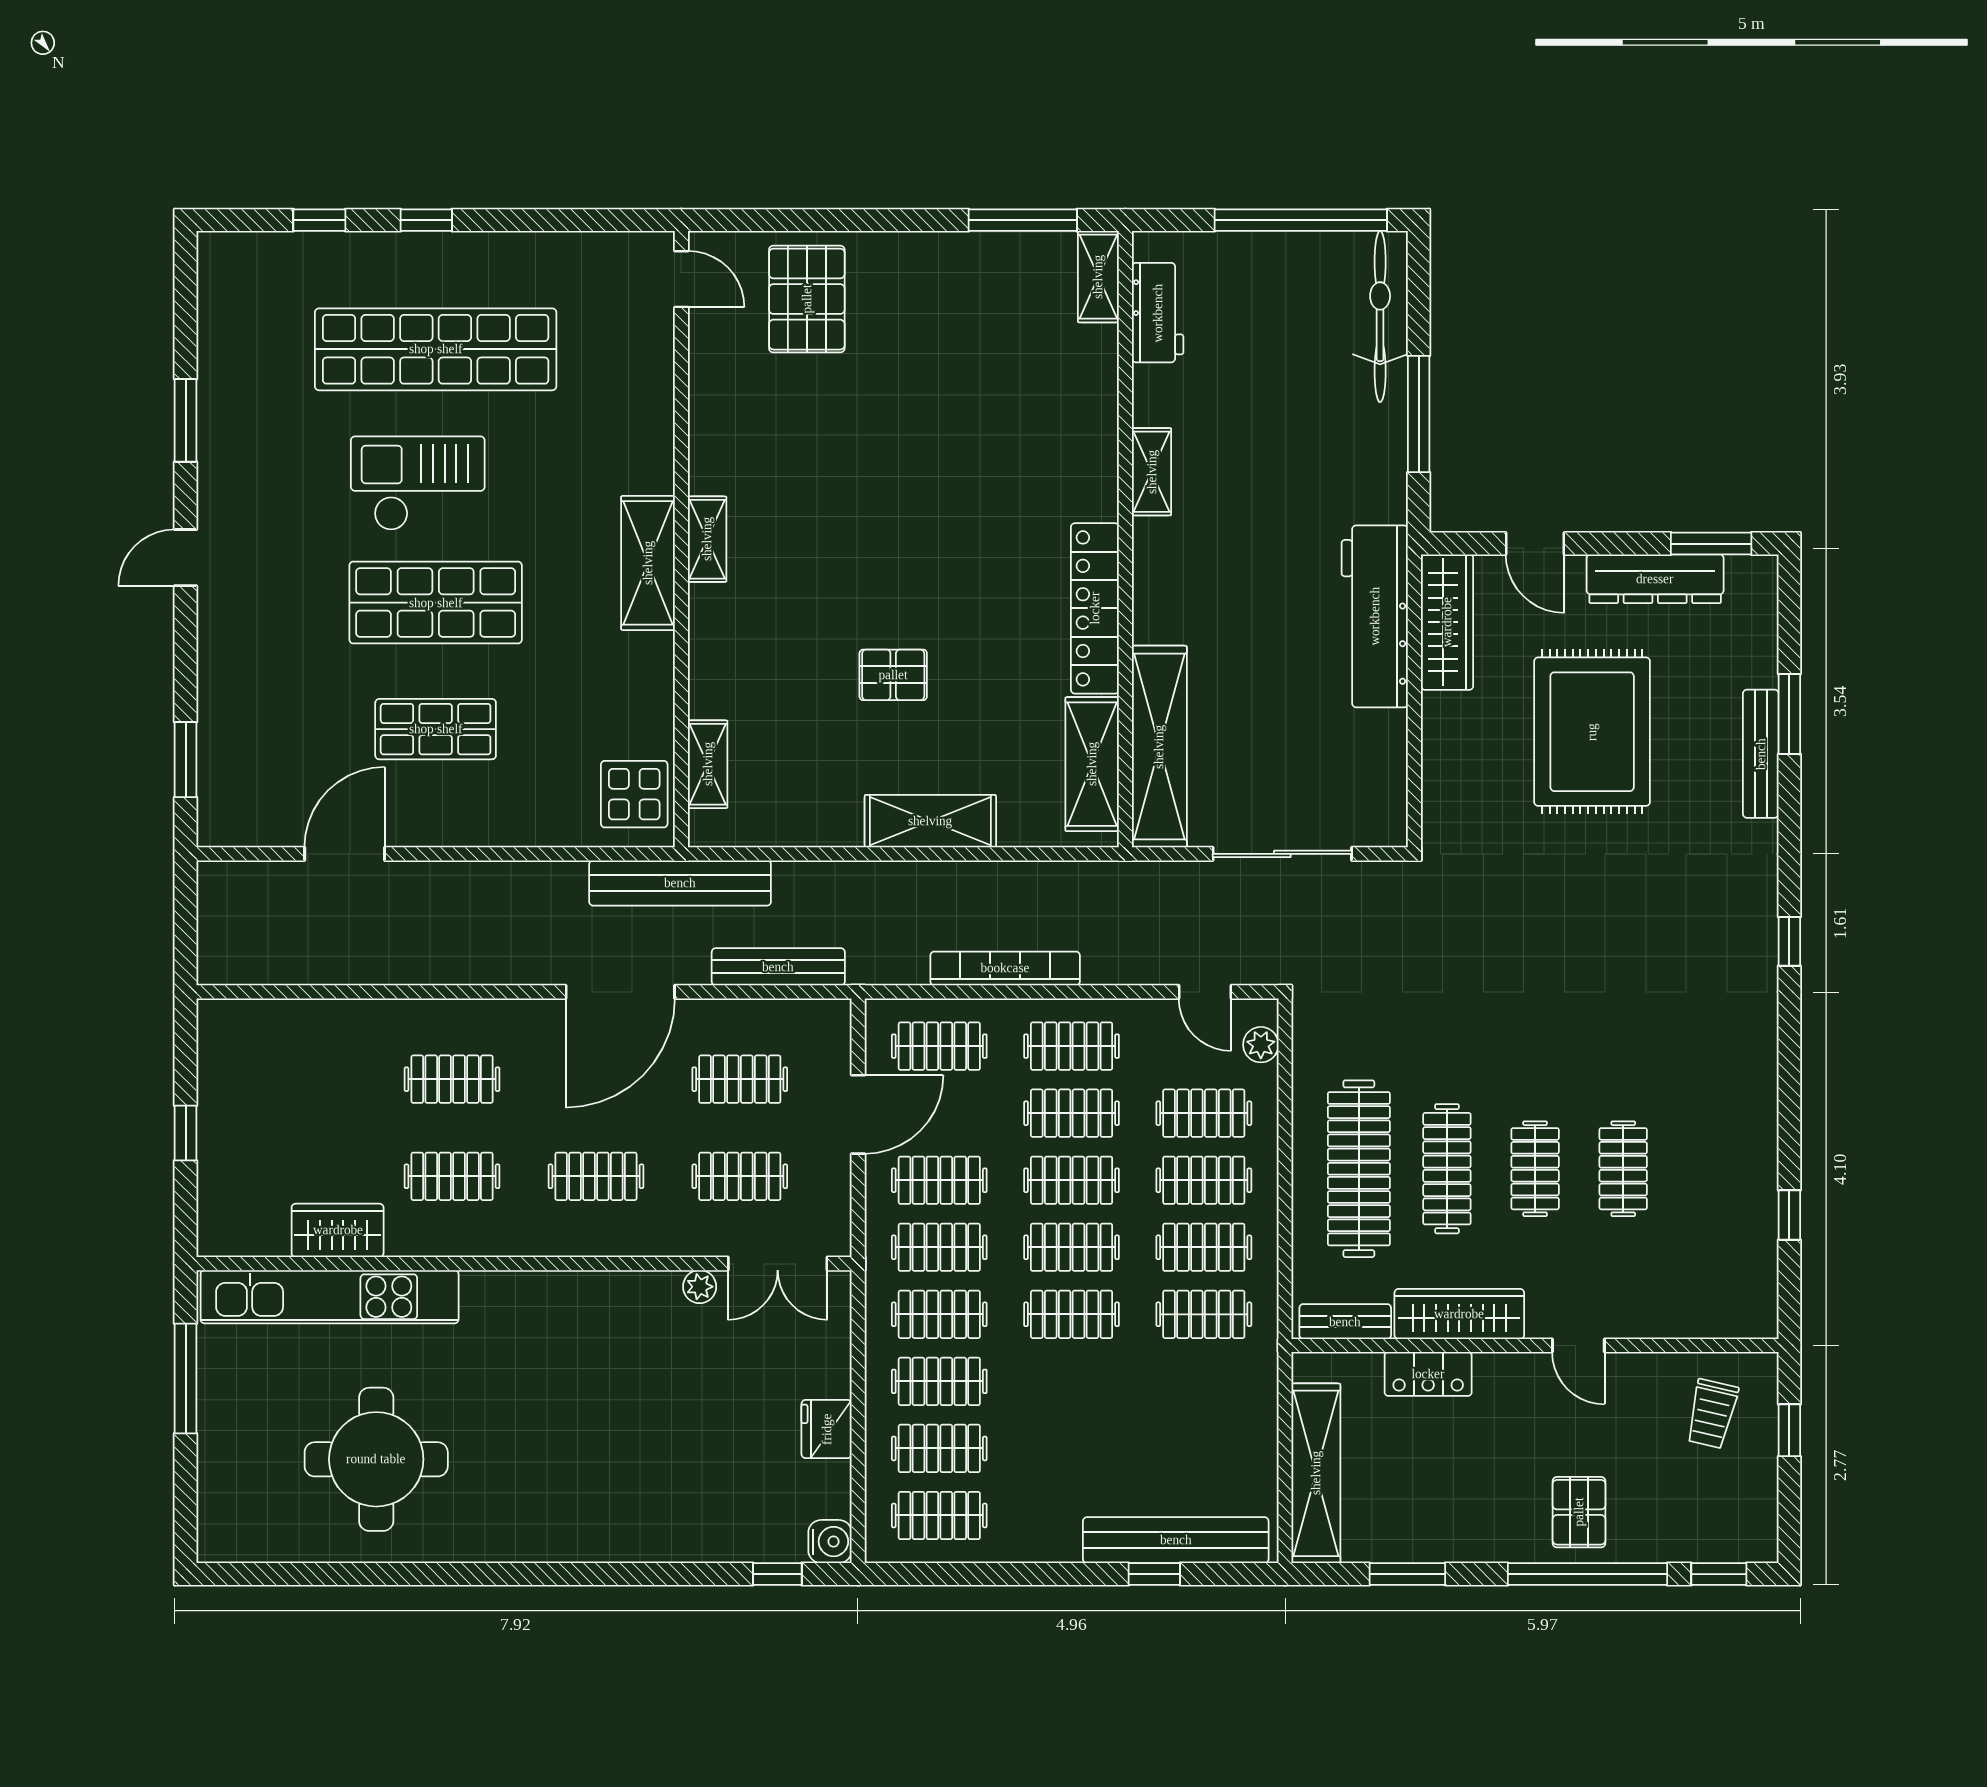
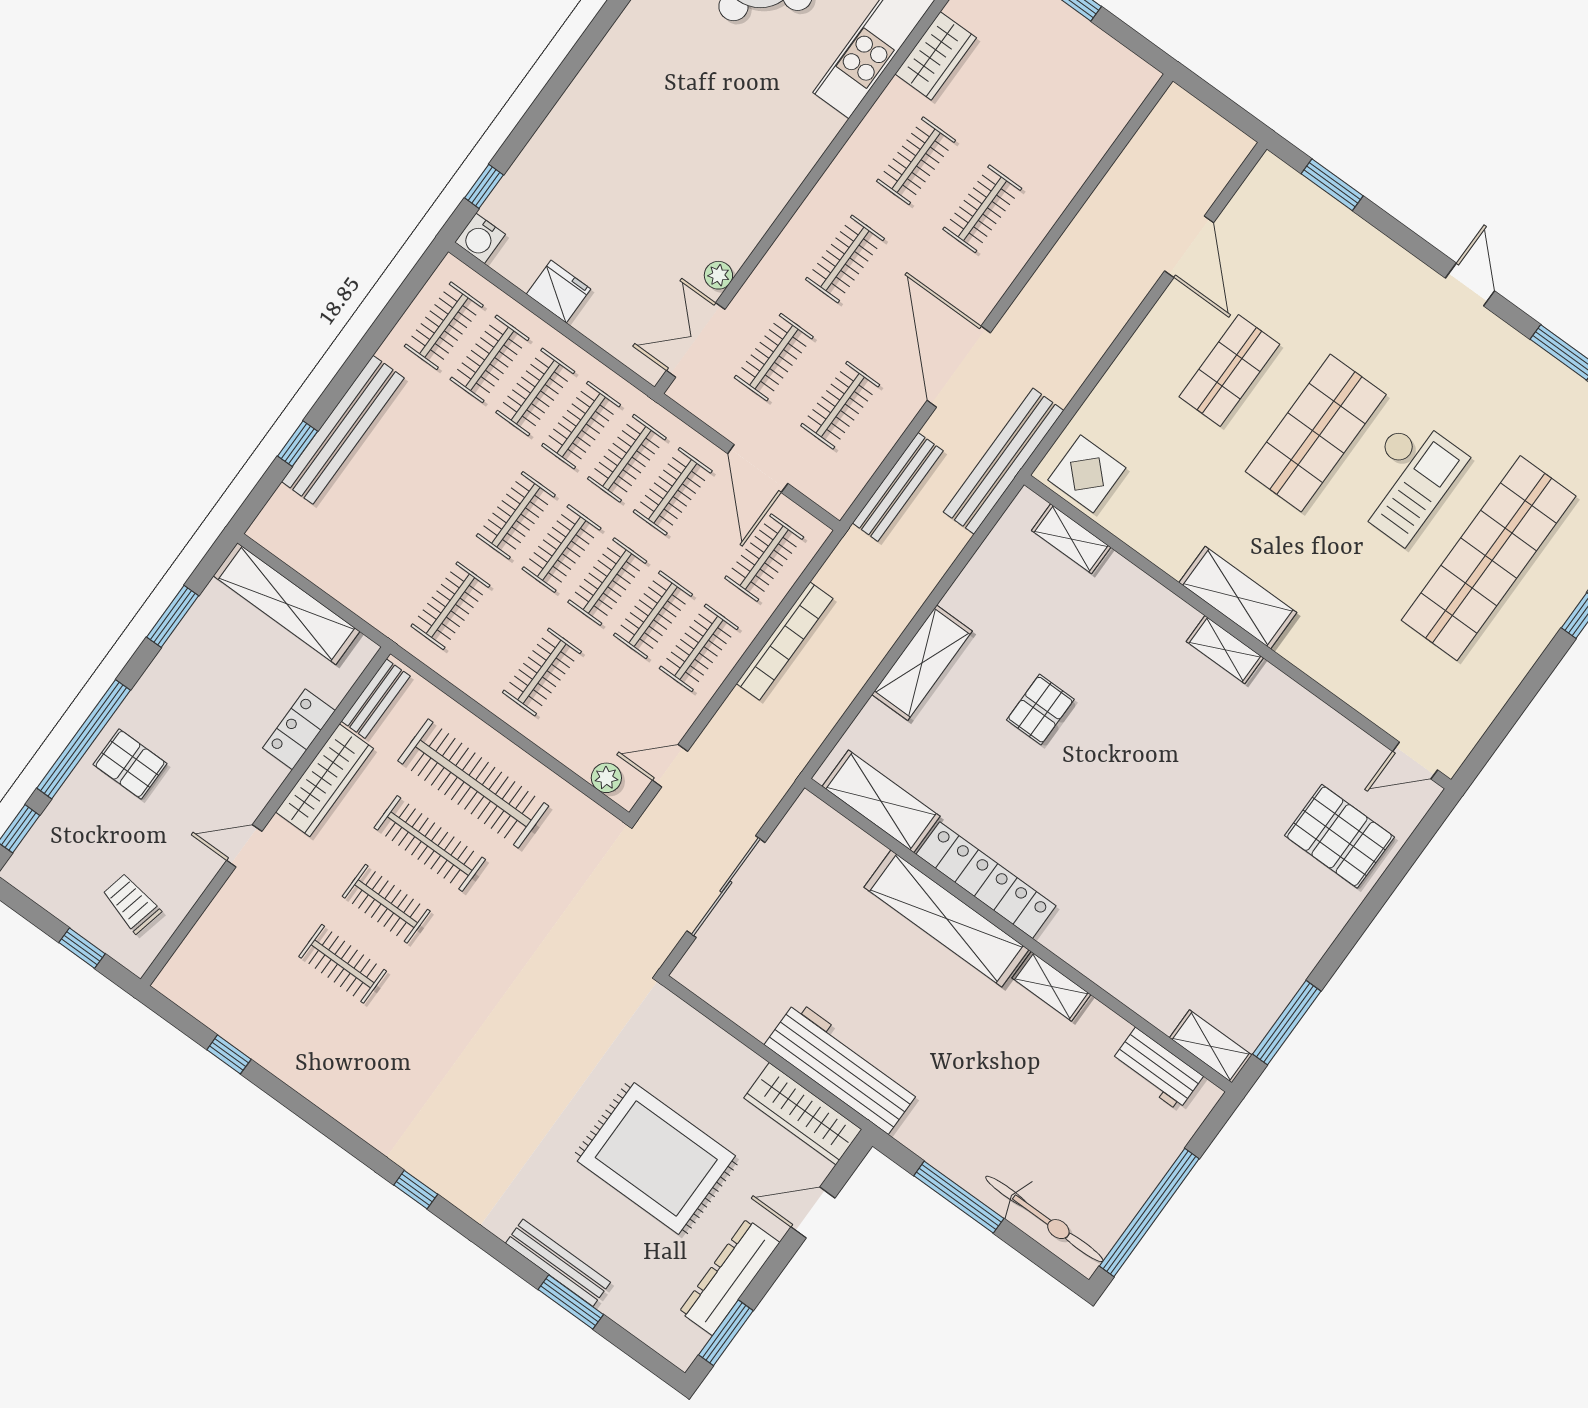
shelving: (1159, 747) -> (946, 919), moved
clothes rail: (1204, 1113) -> (588, 705), removed
clothes rail: (1204, 1247) -> (496, 639), removed
bench: (1176, 1540) -> (343, 430), moved

